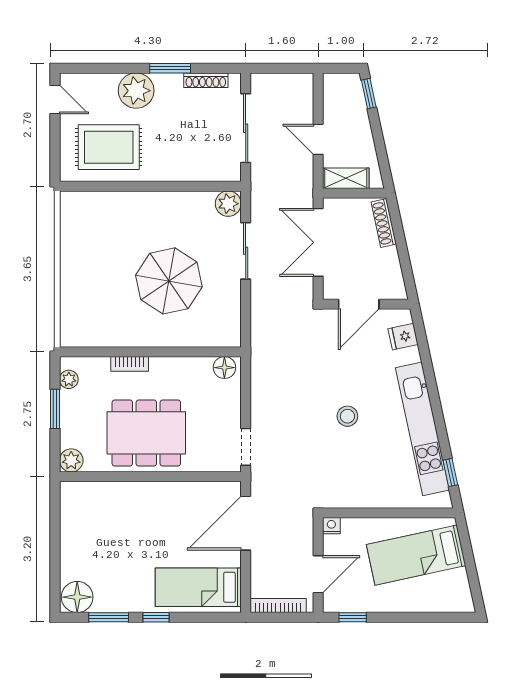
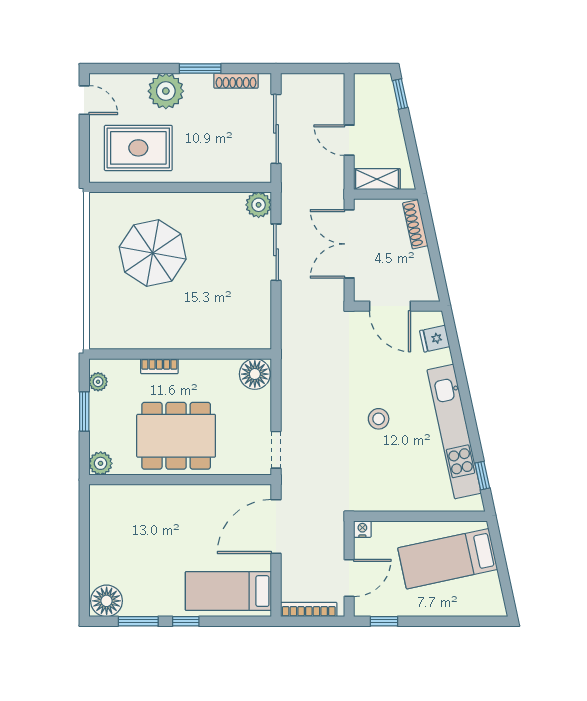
parasol: (169, 281) -> (153, 253), moved
door: (359, 304) -> (390, 306), hinge flipped
floor lamp: (224, 368) -> (255, 374), width x1.38, depth x1.38

